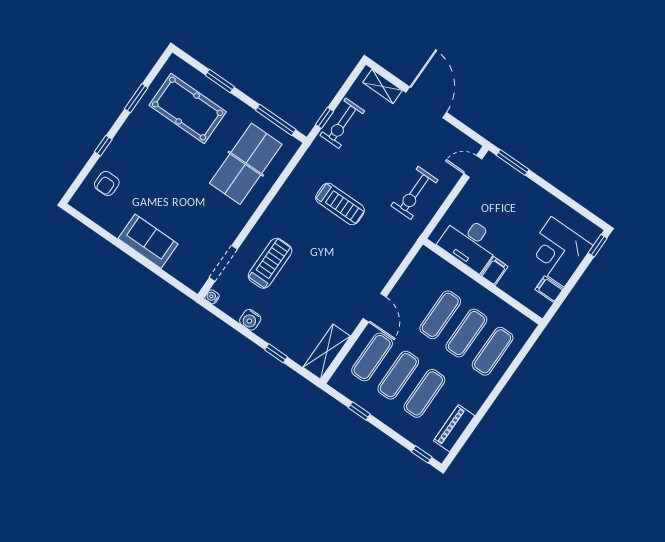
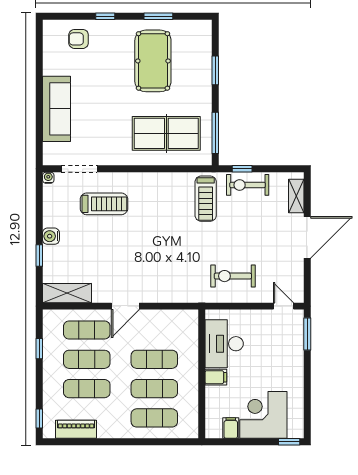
pool table: (188, 109) -> (153, 61), moved
treadmill: (340, 204) -> (206, 199), moved
sofa: (148, 241) -> (57, 109), width x1.36
water cooler: (250, 320) -> (51, 236), moved

